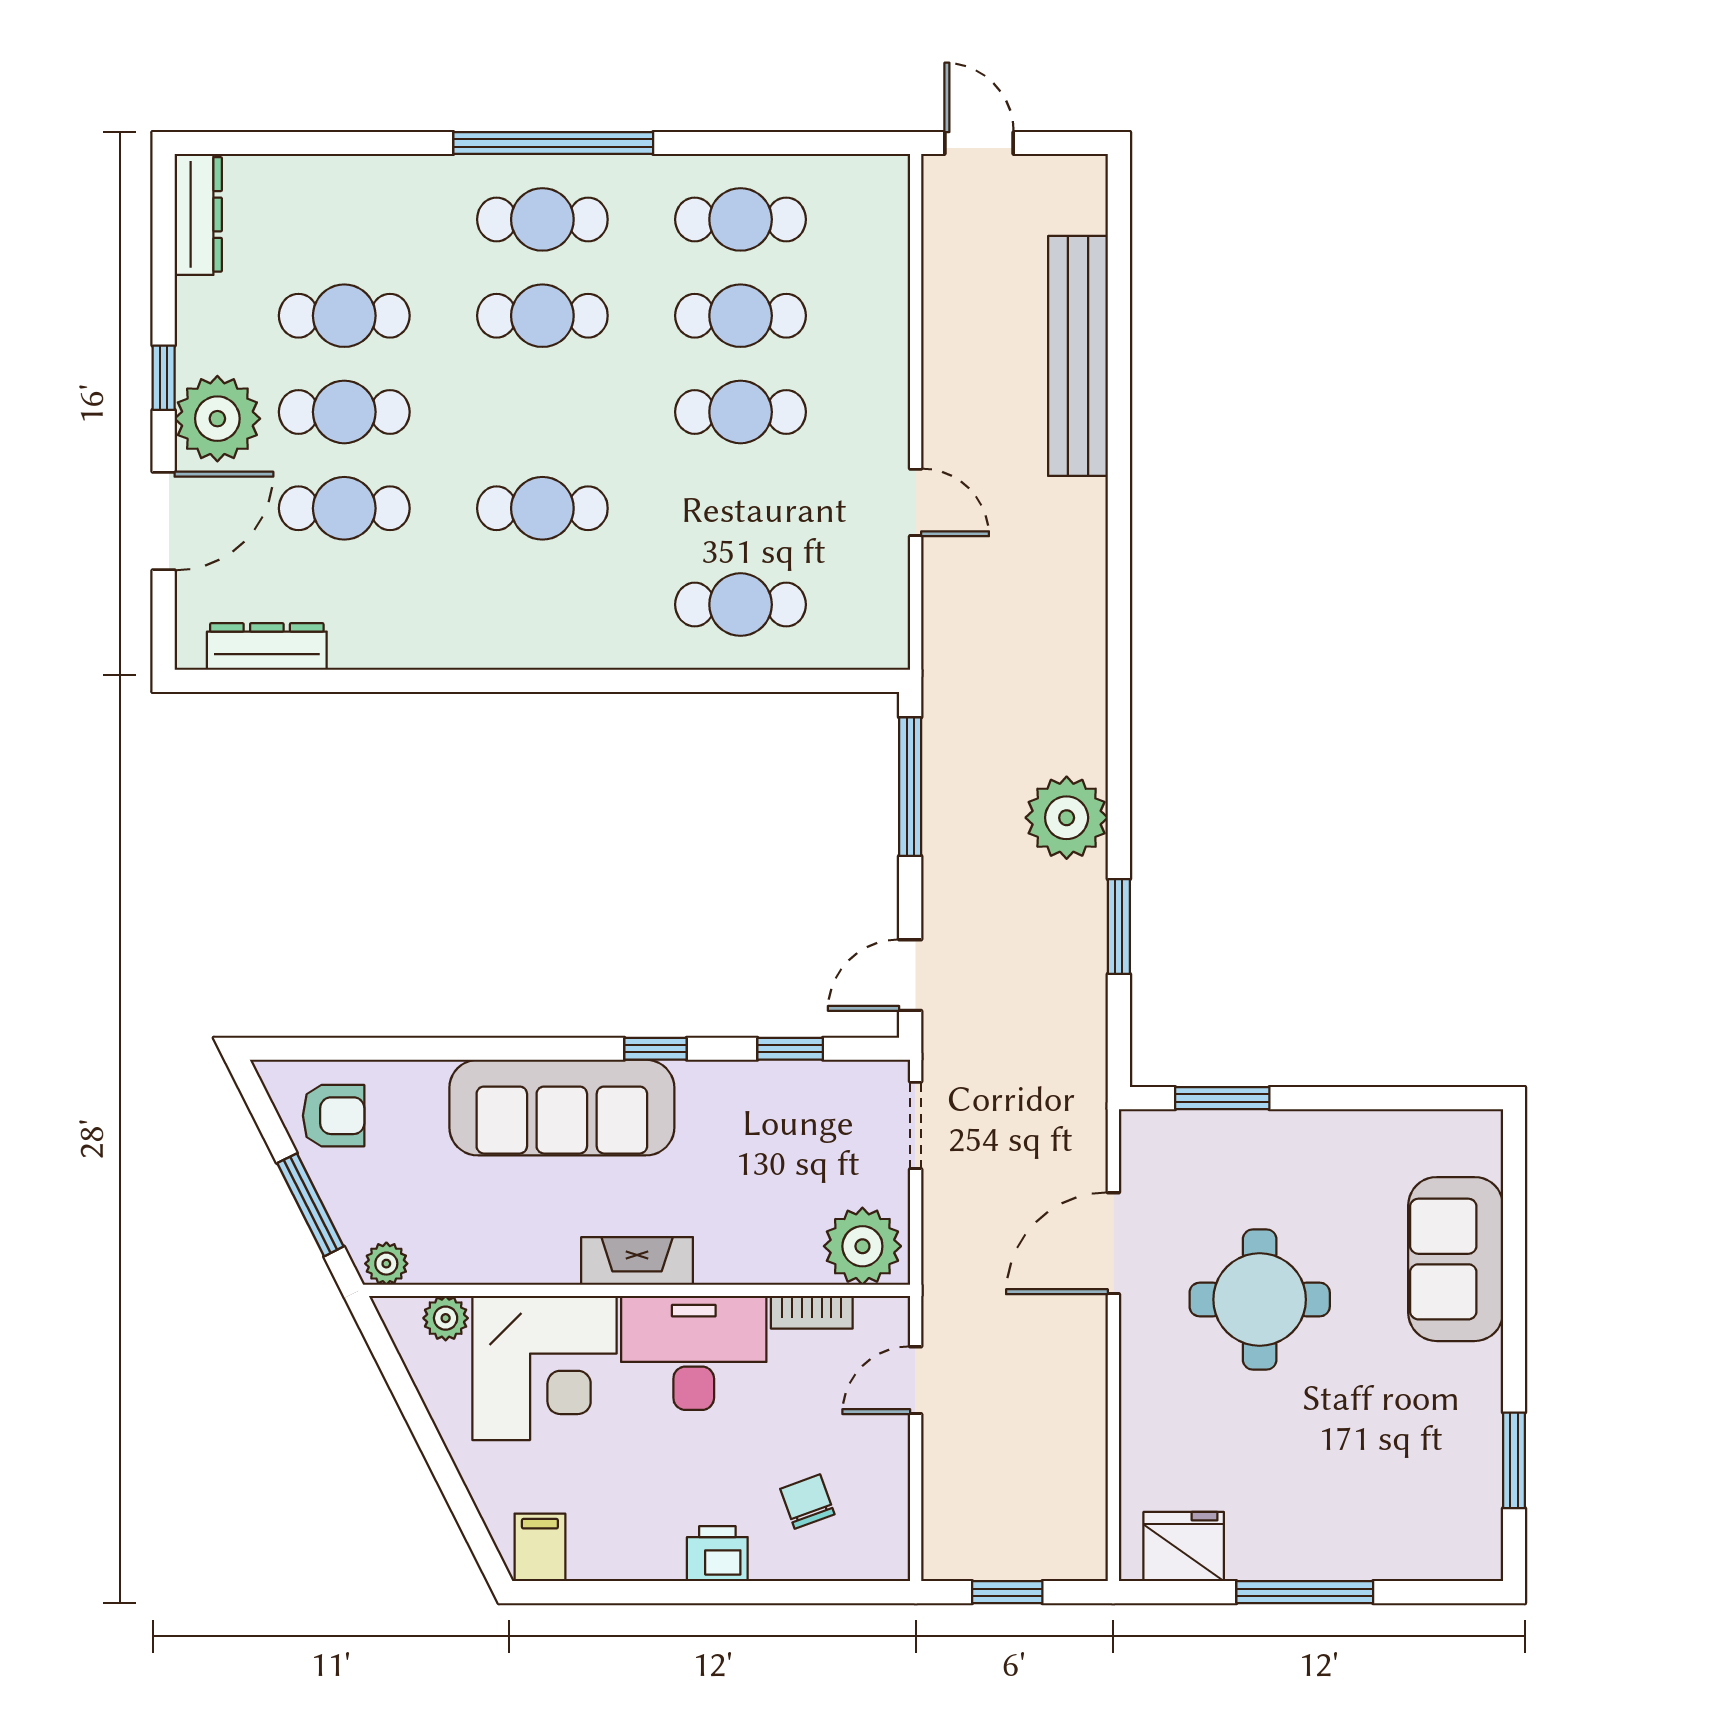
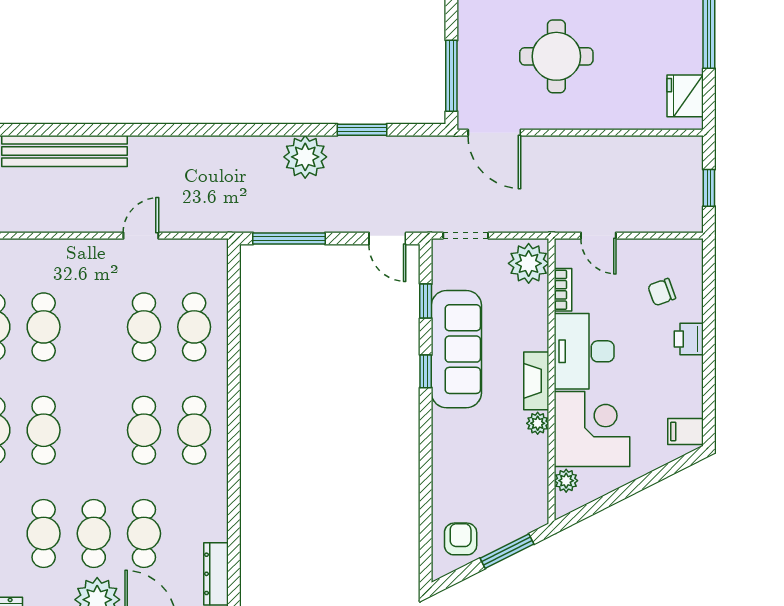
cafe table: (741, 412) -> (144, 327), moved
cafe table: (542, 605) -> (194, 430), added
window: (1222, 1098) -> (451, 76), width x1.44
sofa: (562, 1108) -> (456, 349), moved
door: (1113, 1243) -> (494, 133), moved
plant: (386, 1264) -> (538, 423), moved

